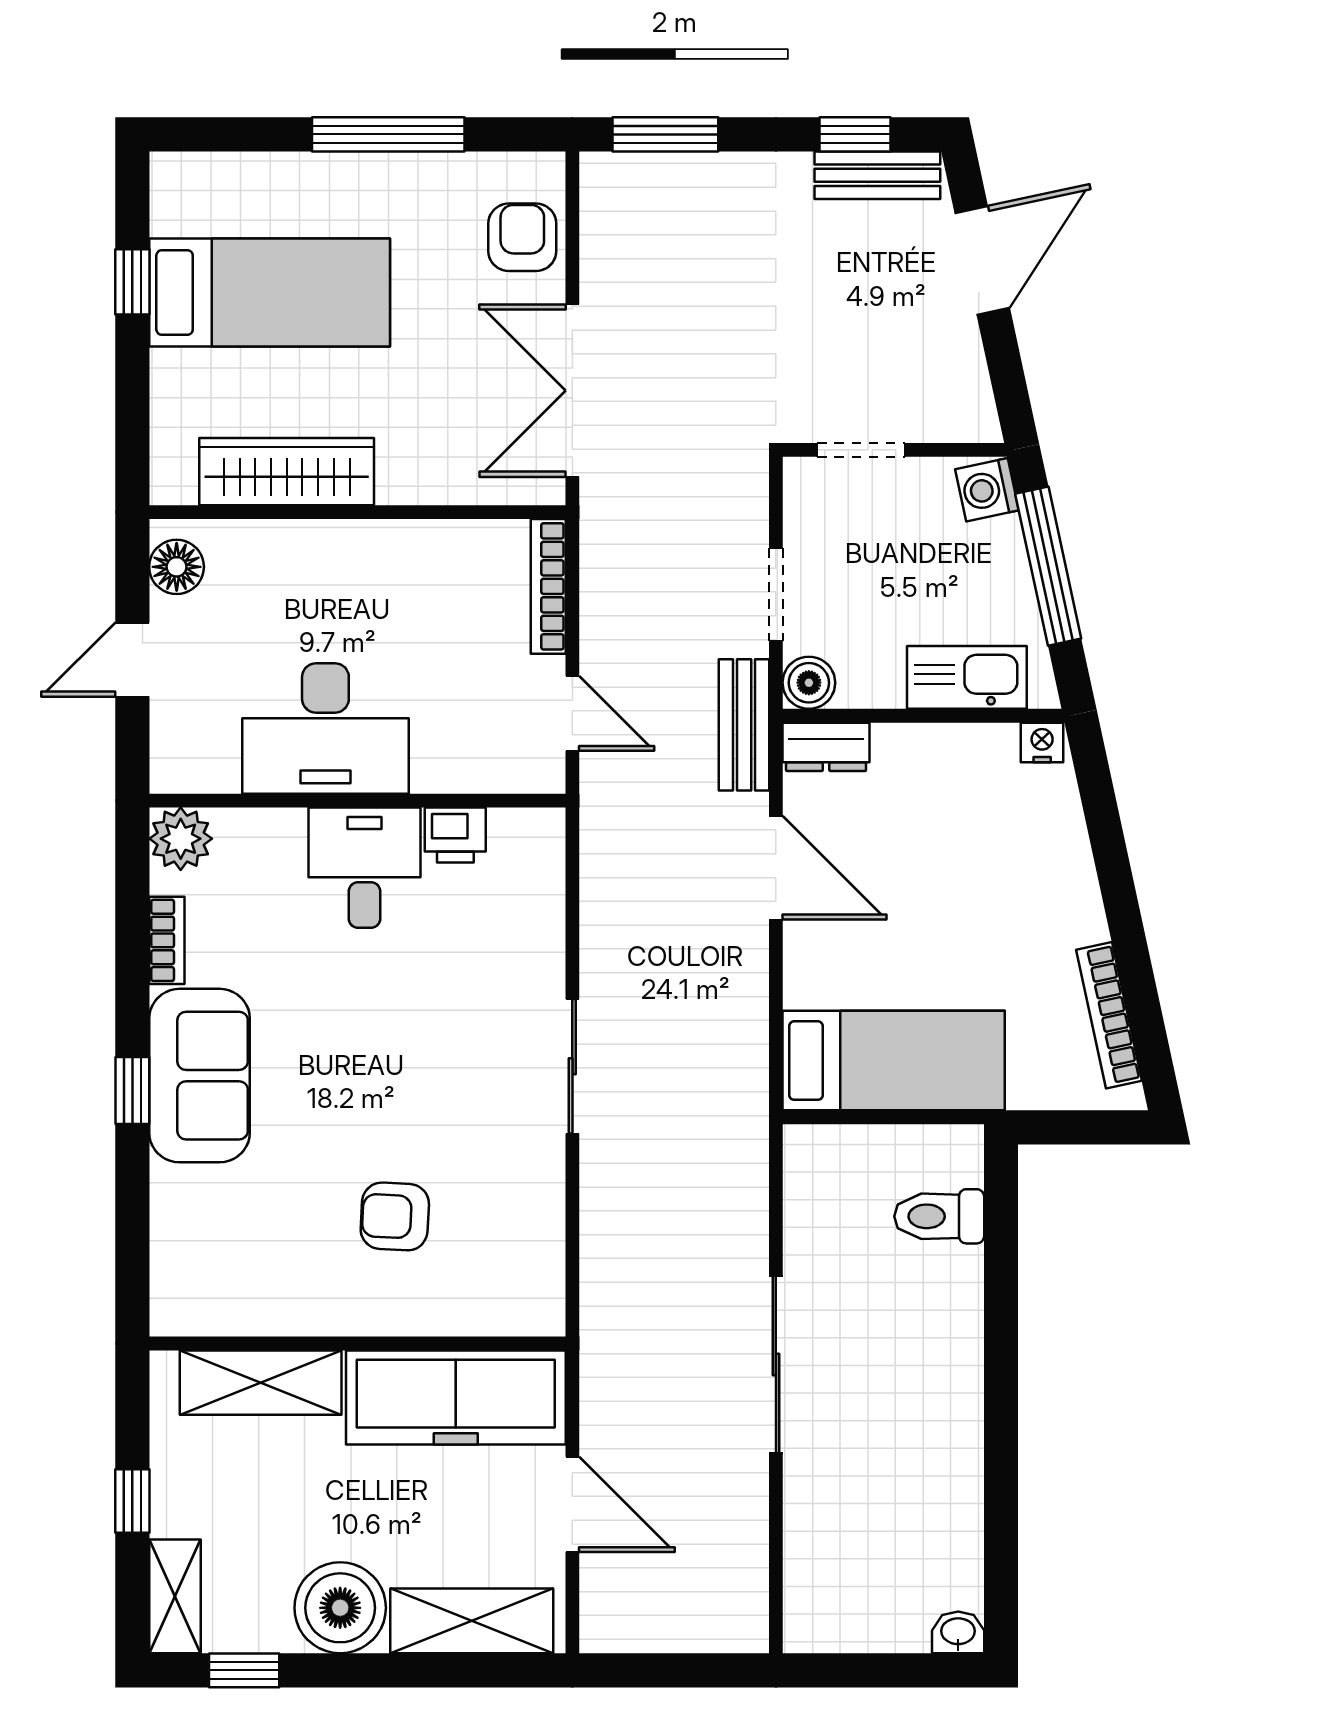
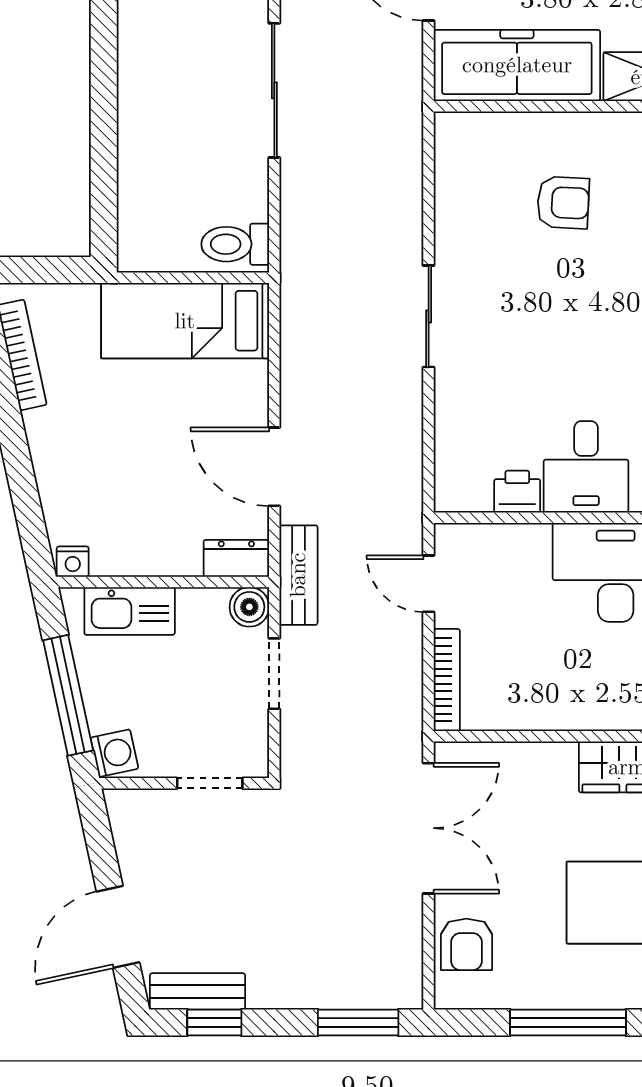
toilet: (939, 1216) -> (235, 244), moved, turned 180

